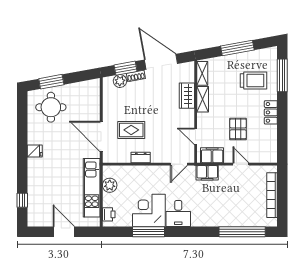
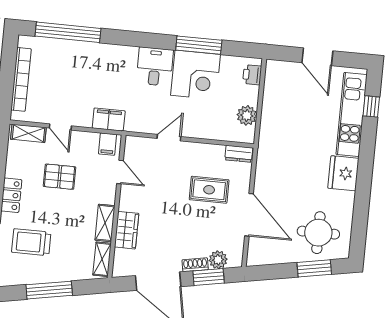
pallet: (238, 129) -> (60, 177), turned 90
door: (101, 136) -> (249, 215), moved
fridge: (35, 151) -> (343, 173), width x1.88, depth x1.34
filing cabinet: (212, 155) -> (108, 144), width x0.50
shelving: (263, 157) -> (28, 133), added
dresser: (141, 158) -> (239, 154), moved
door: (179, 164) -> (169, 138), moved
kitchen unit: (92, 188) -> (352, 115), moved, turned 180

